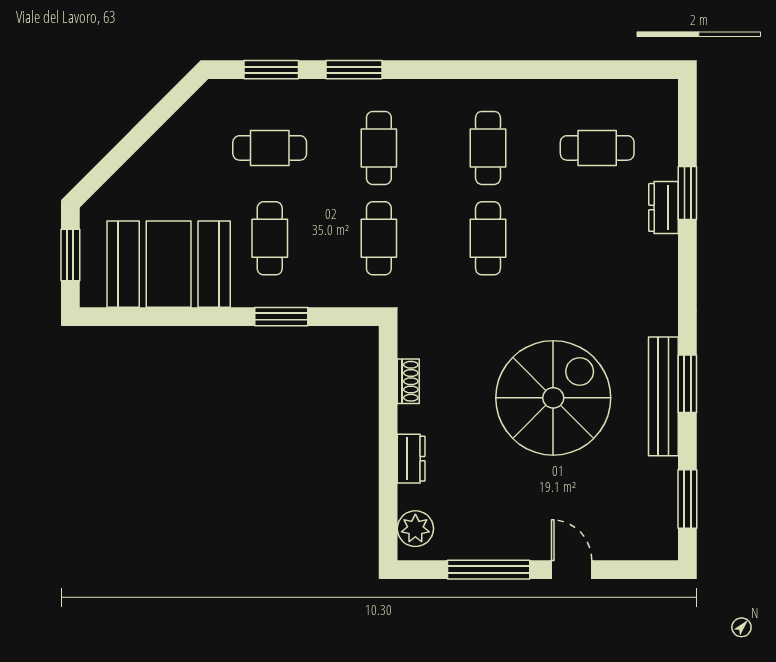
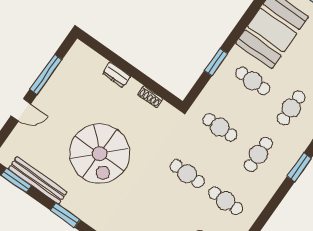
cafe table: (379, 148) -> (258, 154), turned 90
bench: (663, 396) -> (38, 180), moved
plant: (415, 529) -> (85, 56), removed

